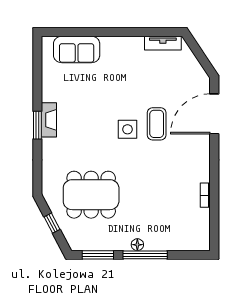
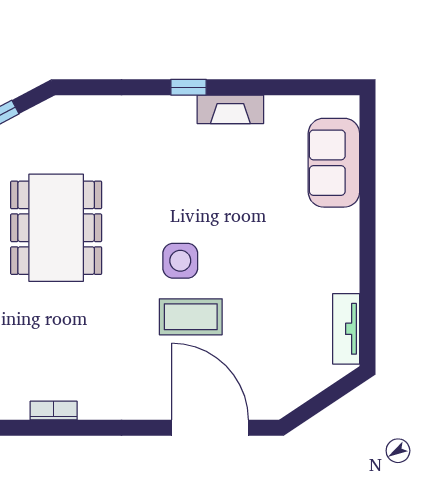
fireplace: (49, 120) -> (230, 109), moved
window: (37, 125) -> (188, 87), width x0.67
dining table: (91, 195) -> (56, 228), moved

